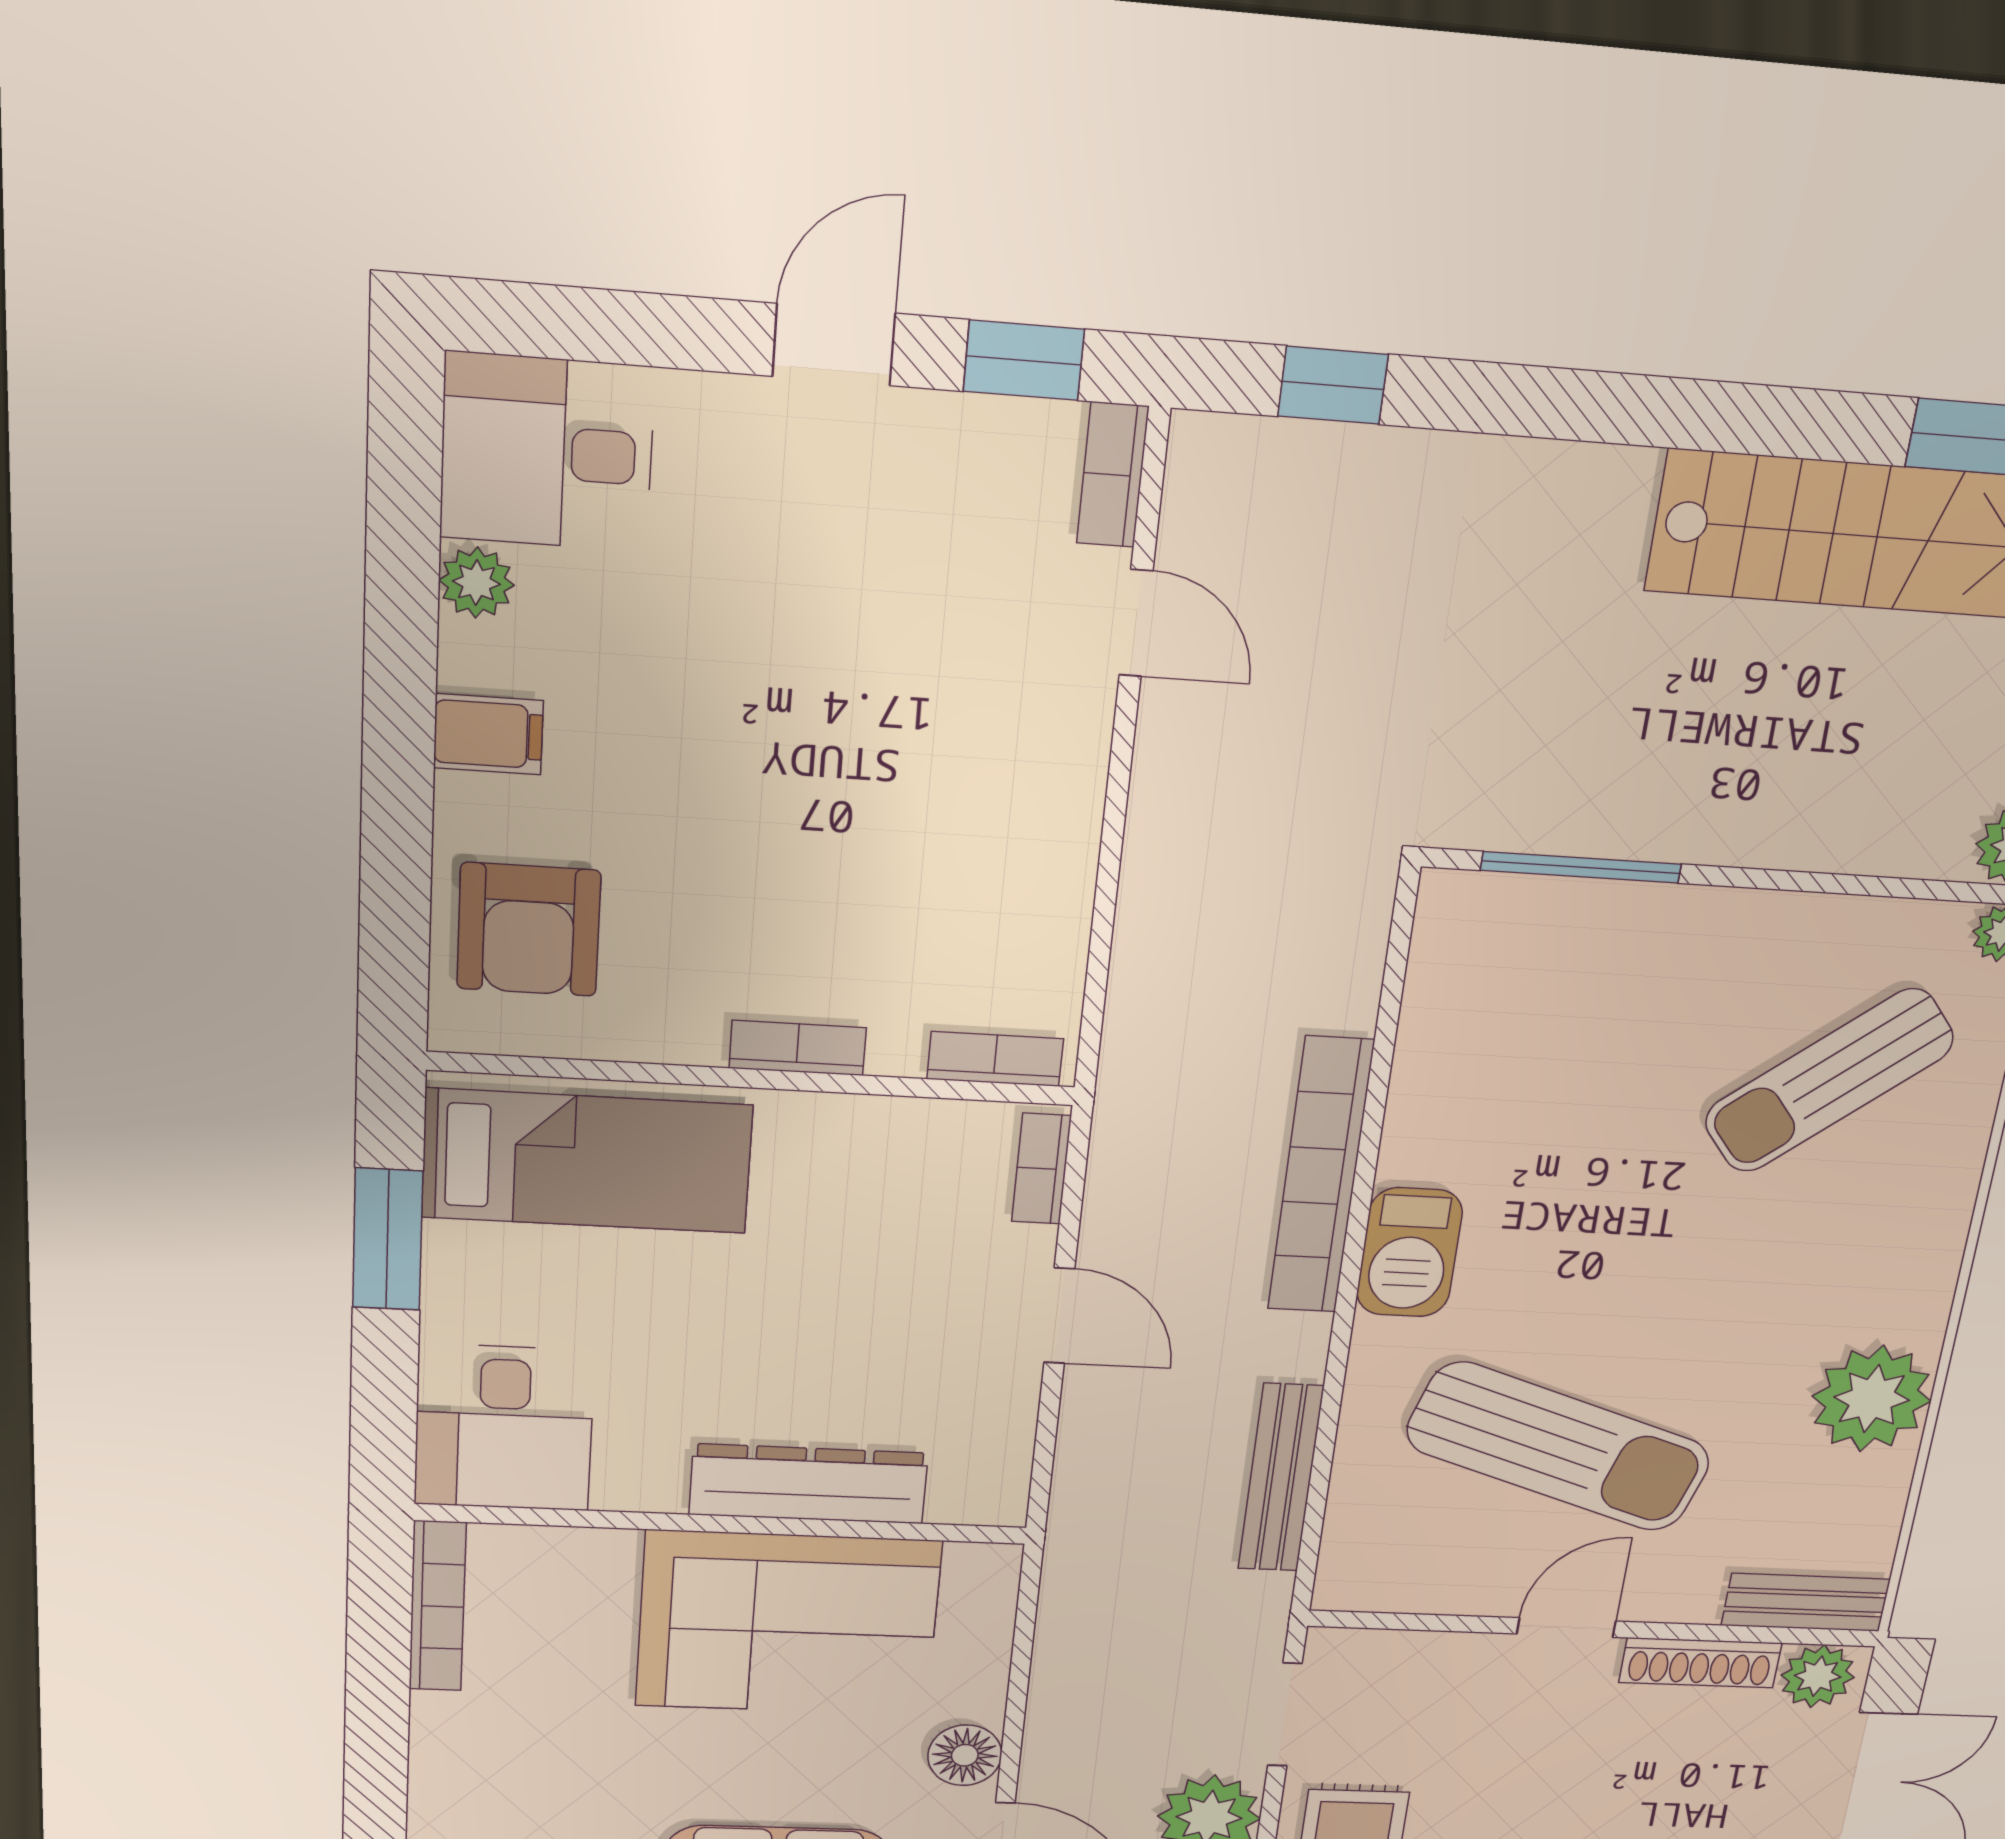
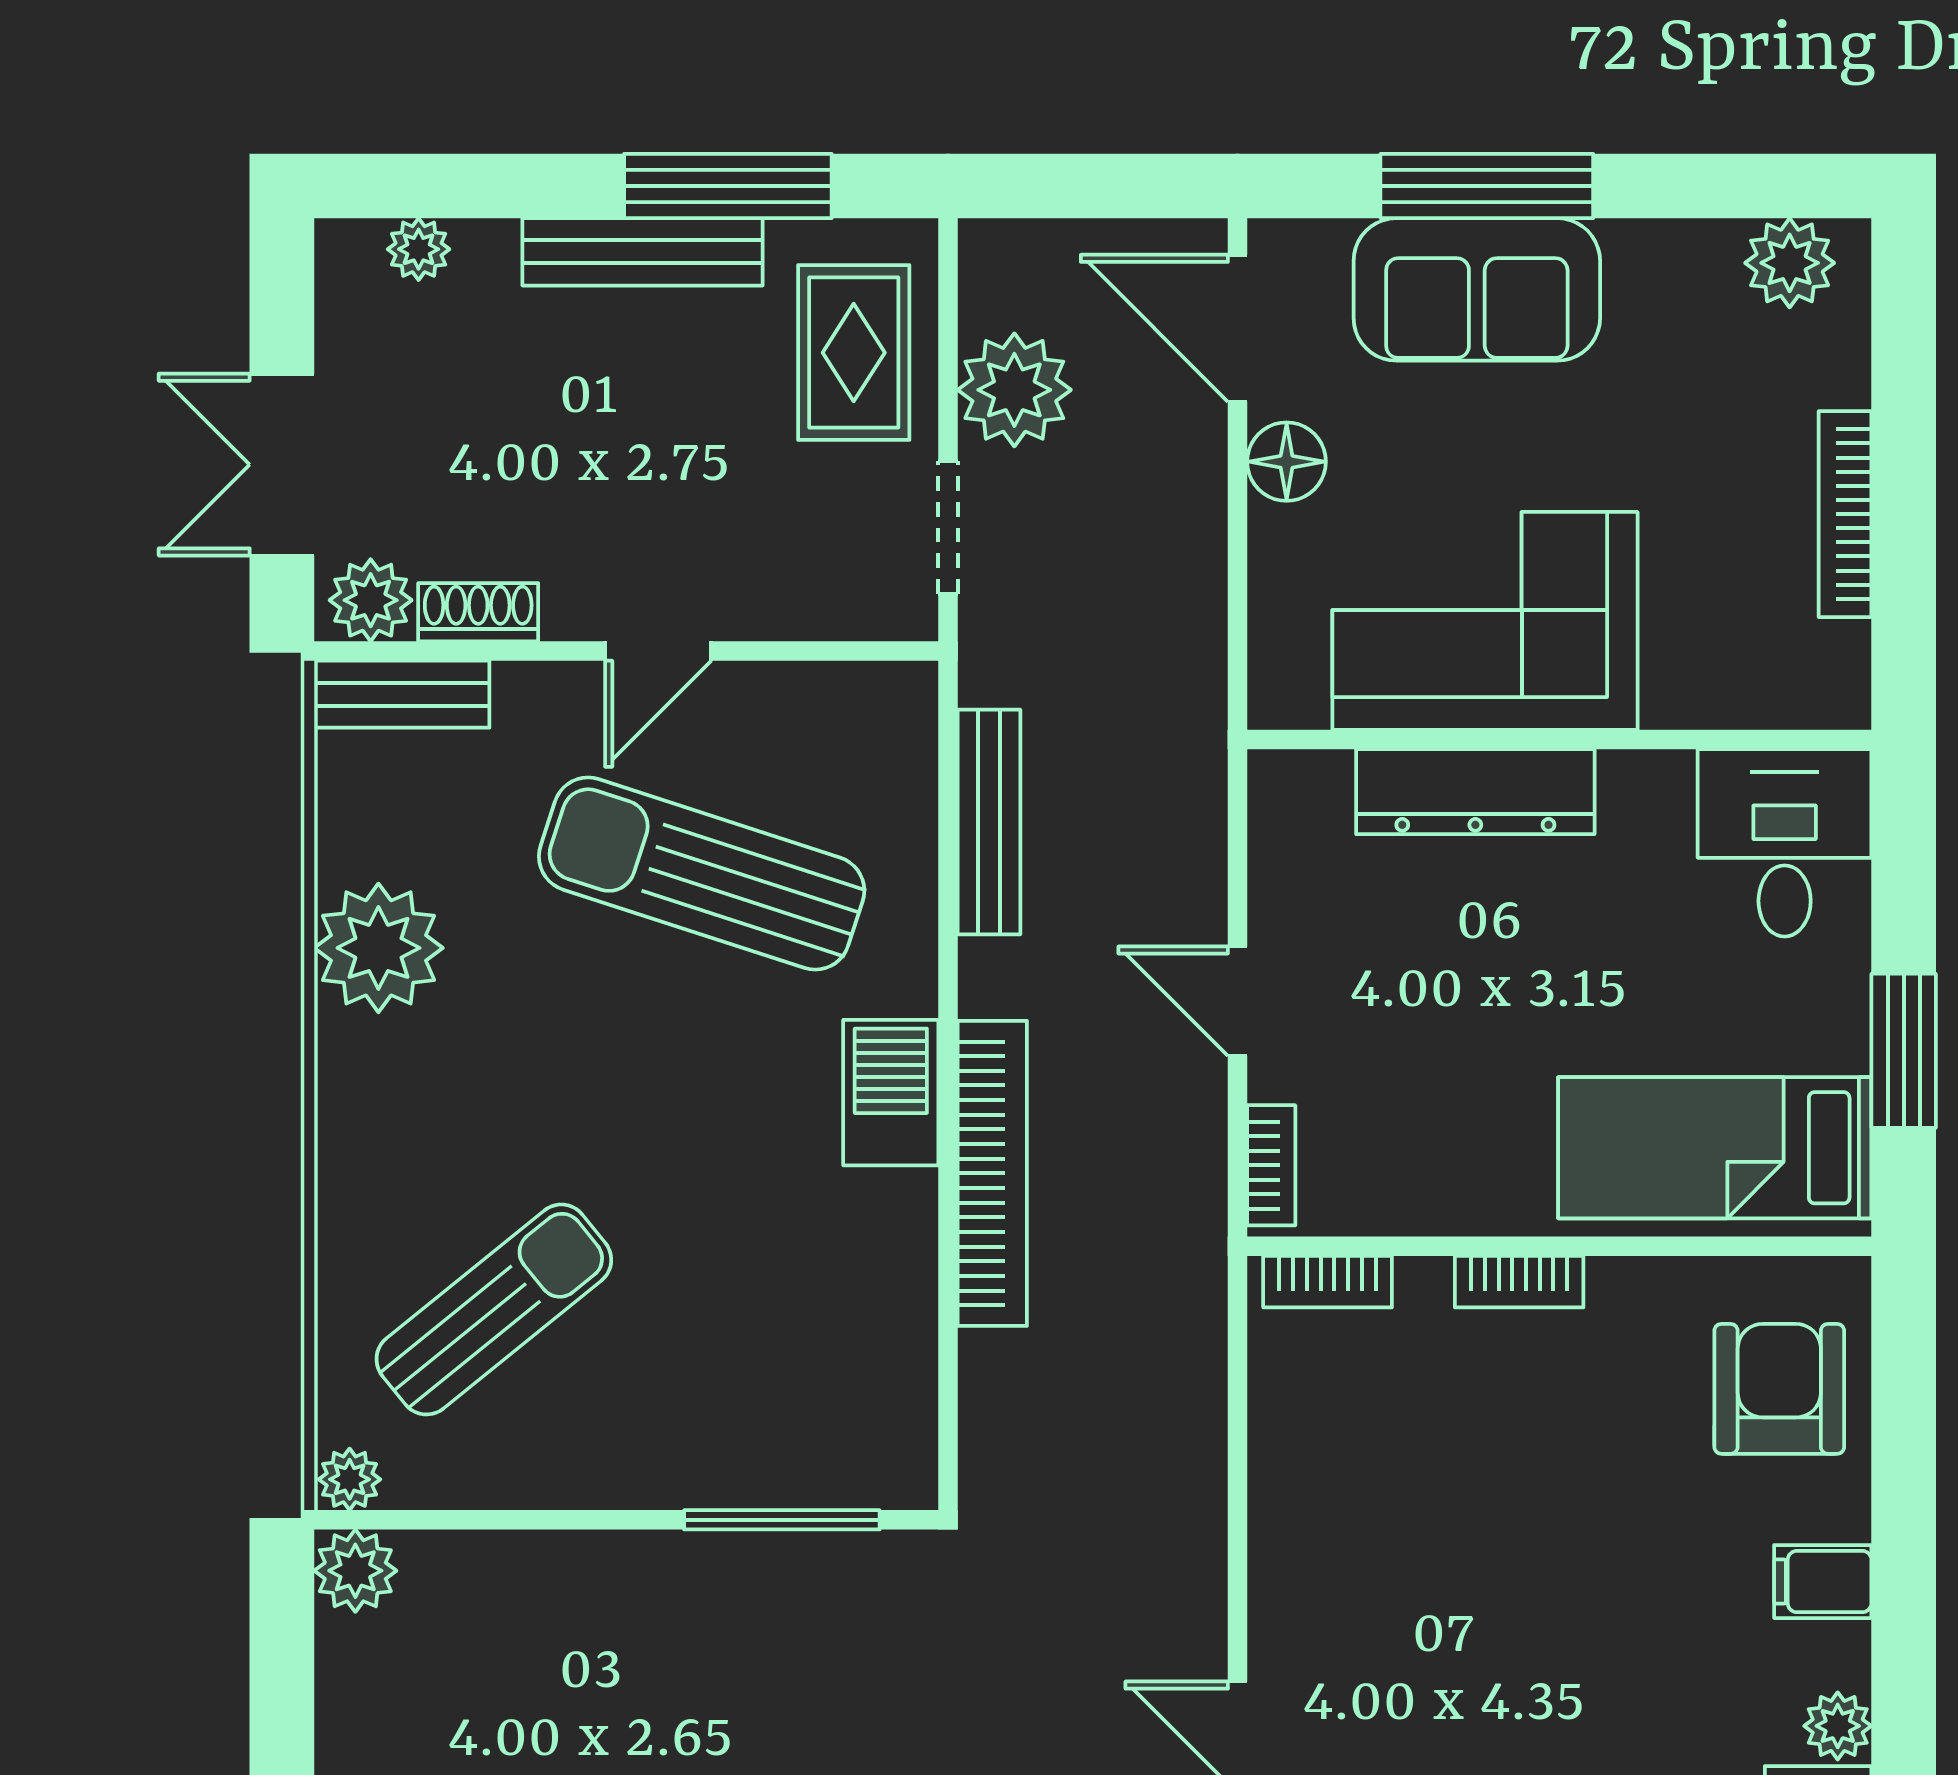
bookcase: (437, 1606) -> (1845, 514), moved
shoe rack: (1700, 1663) -> (478, 612), width x0.70

